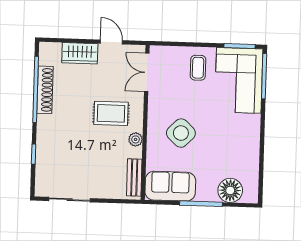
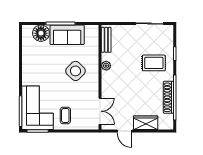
rug: (111, 113) -> (154, 63), moved
sofa: (170, 186) -> (67, 35), moved

